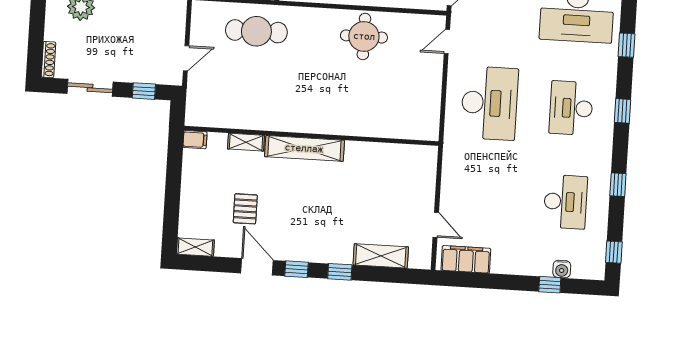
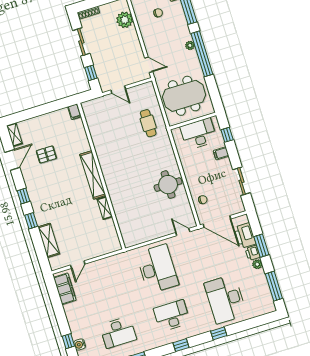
cafe table: (256, 31) -> (148, 123), width x0.73, depth x0.74
desk: (489, 103) -> (157, 269), turned -90
shelving: (246, 142) -> (105, 208), moved
door: (257, 267) -> (12, 160), moved

